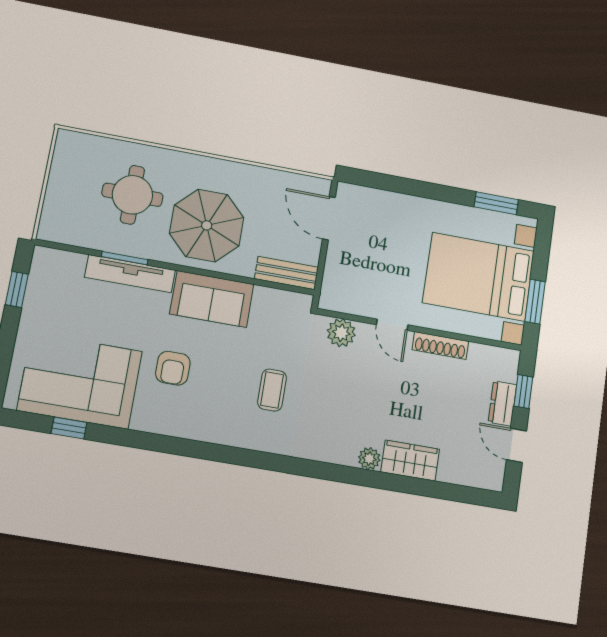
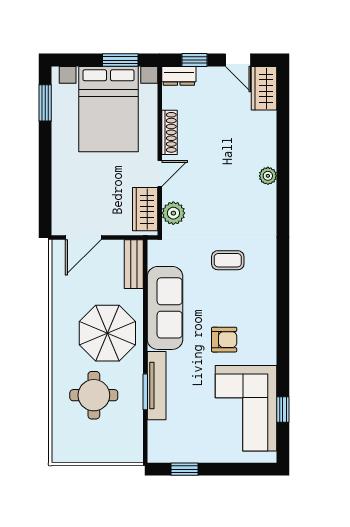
sofa: (212, 299) -> (165, 308), width x1.36
wardrobe: (352, 299) -> (145, 209), added
dresser: (502, 403) -> (179, 76), moved
door: (516, 445) -> (238, 60), hinge flipped
wardrobe: (410, 461) -> (264, 88), moved

